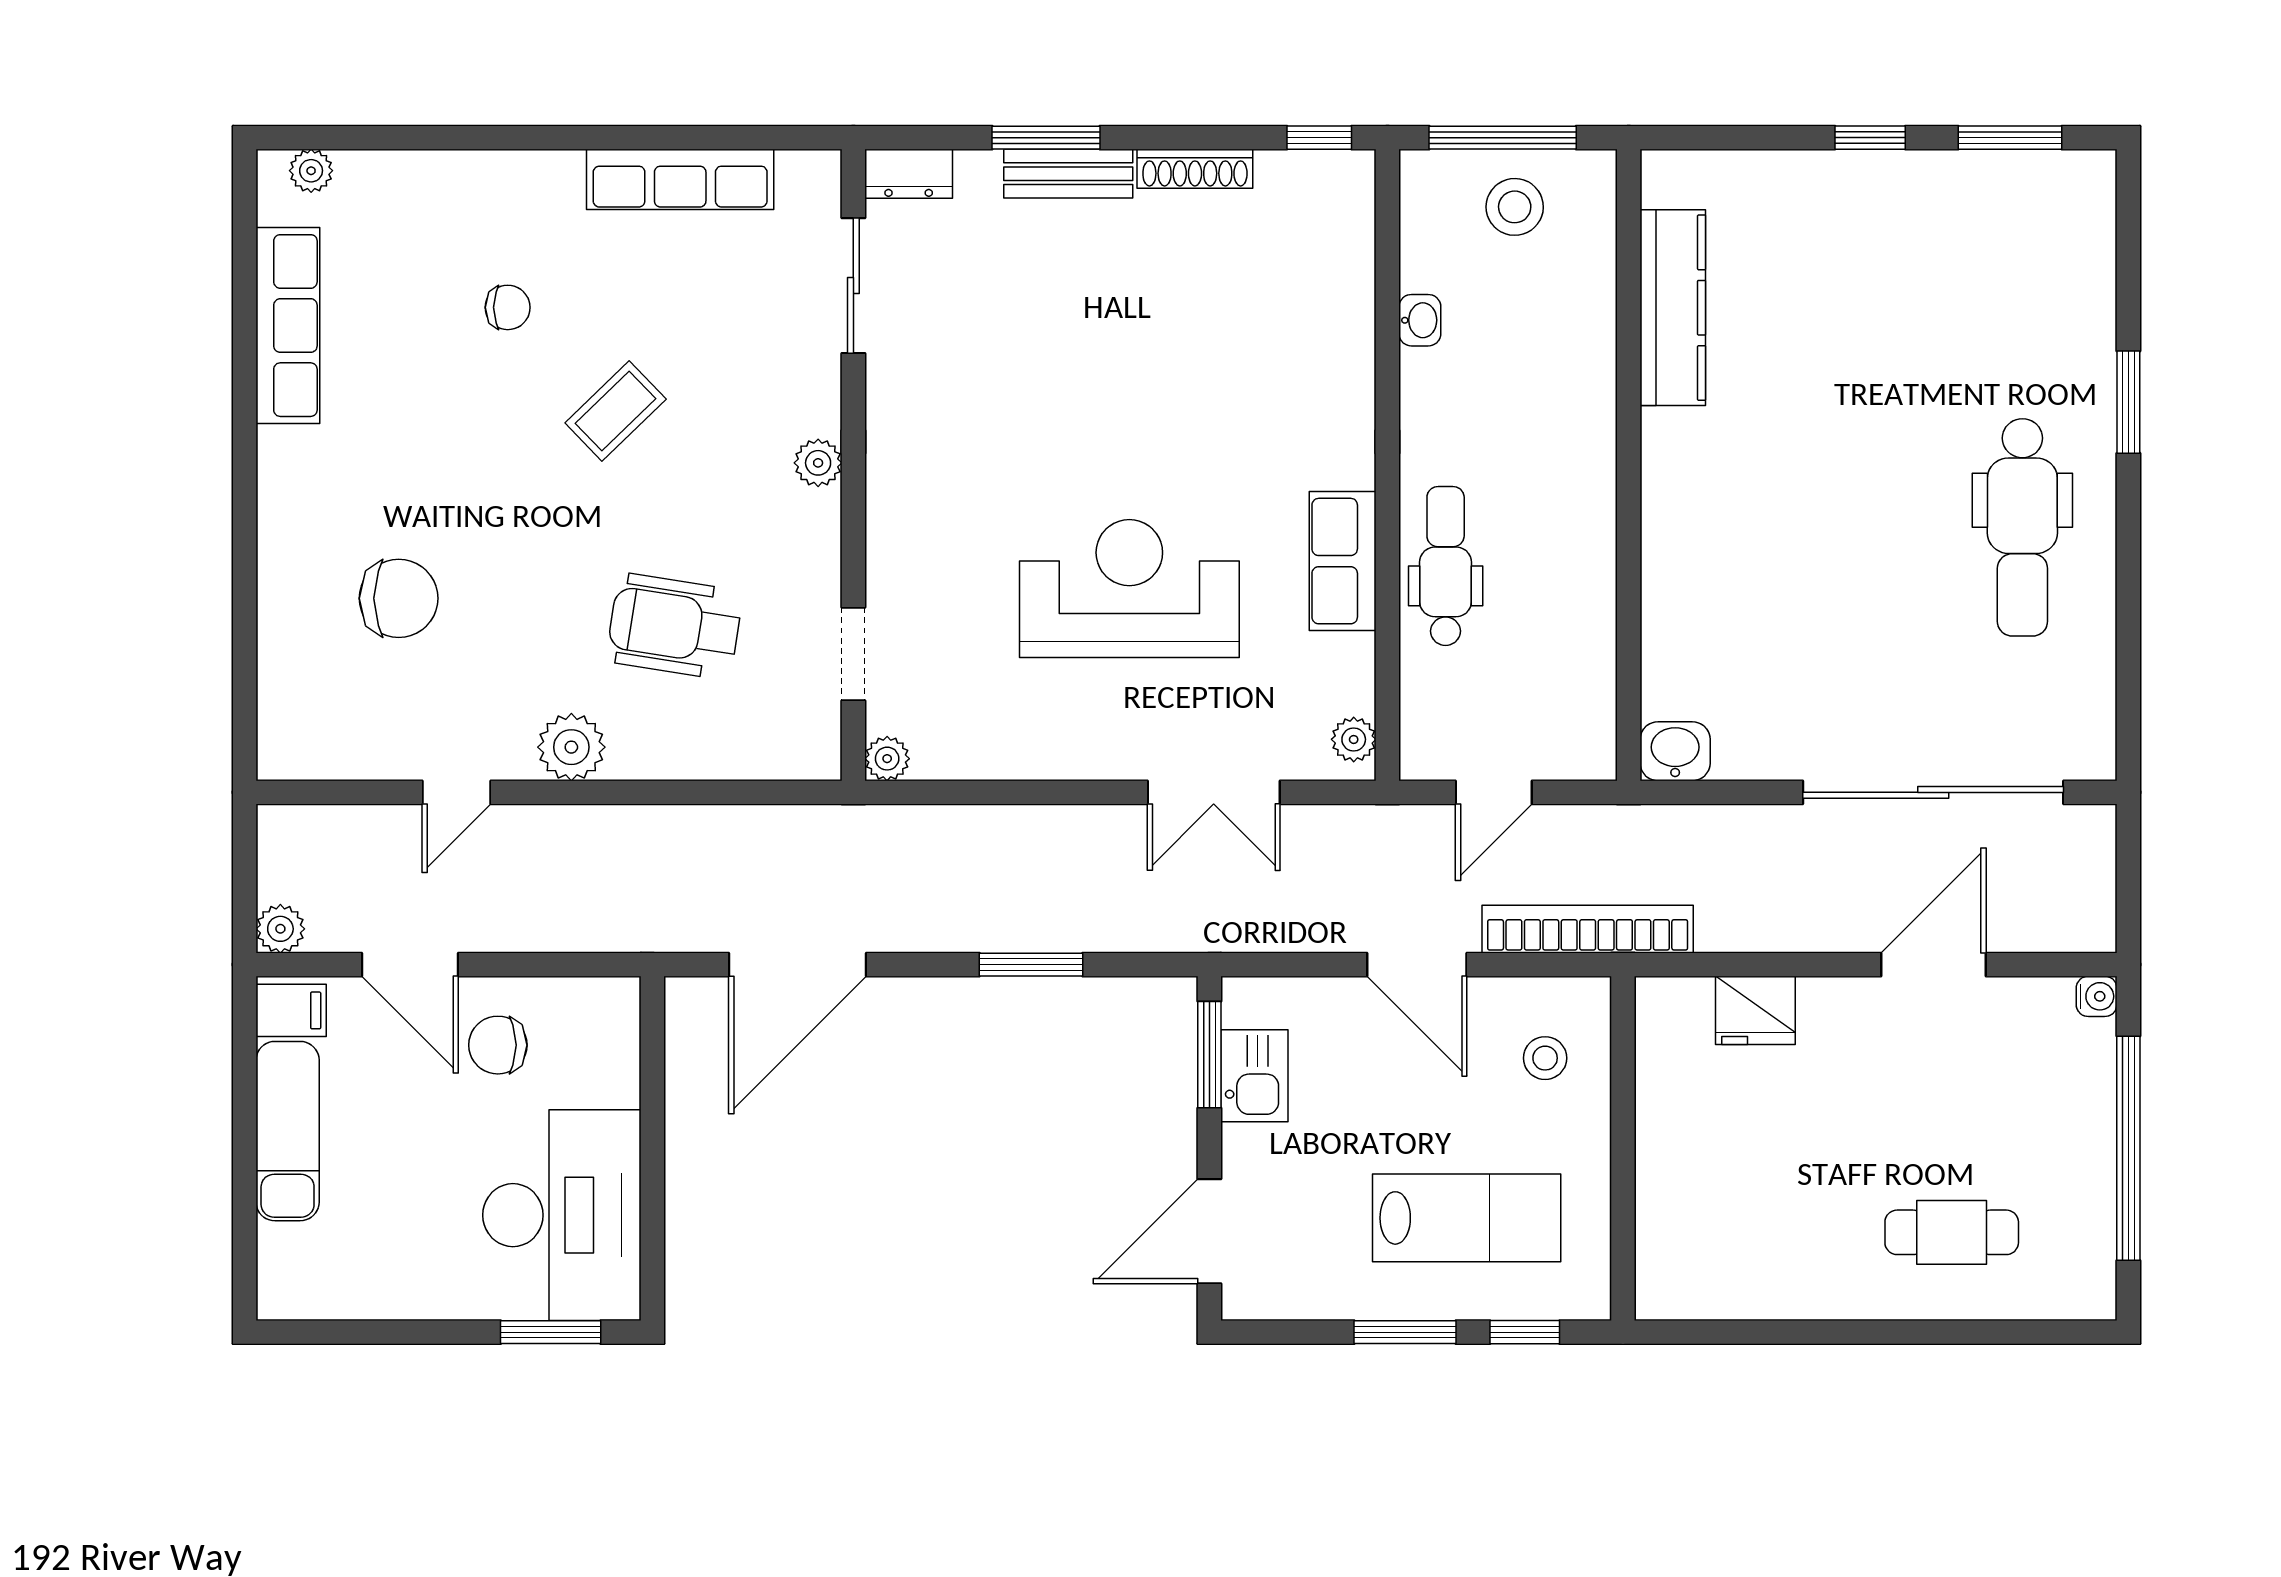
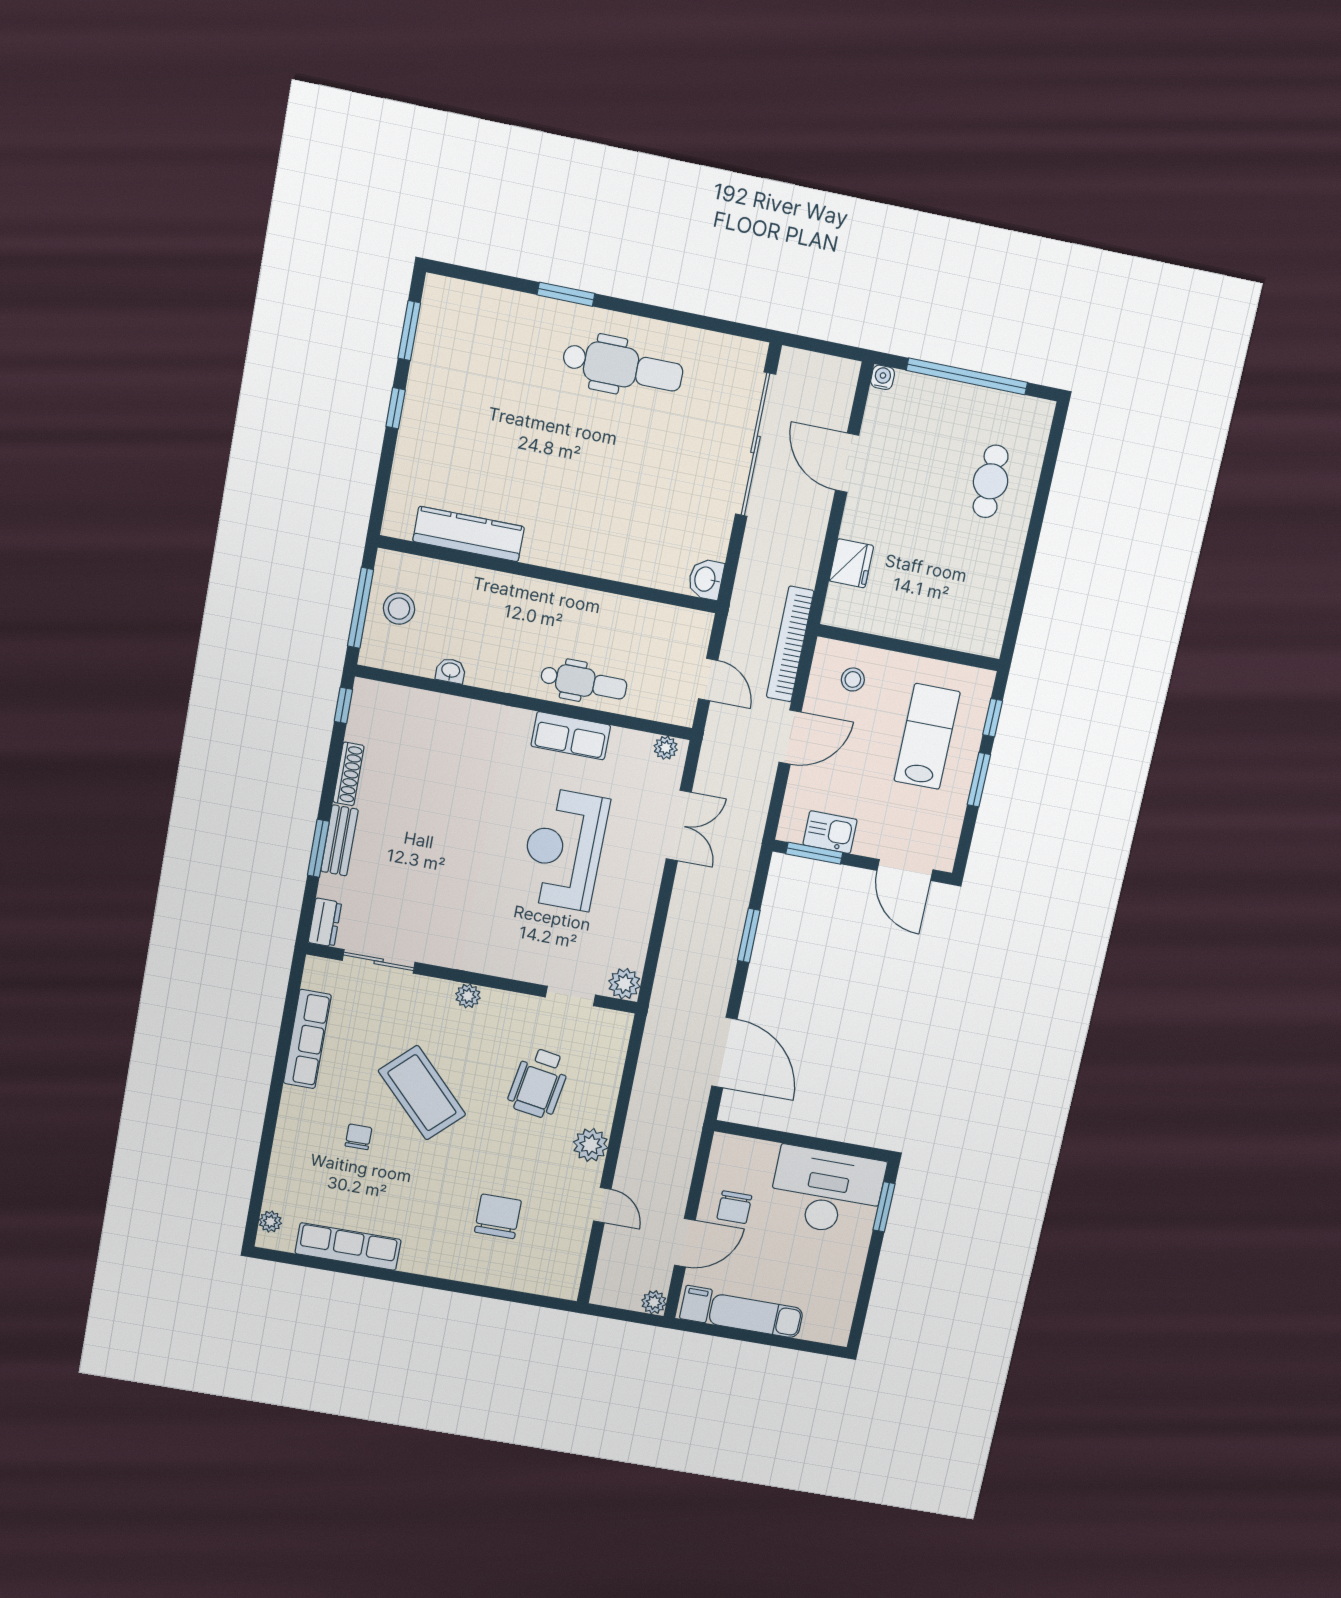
coffee table: (616, 411) -> (422, 1093), width x1.86, depth x1.72
dental chair: (1446, 566) -> (584, 682), turned 180
plant: (887, 759) -> (624, 984), width x1.38, depth x1.38

